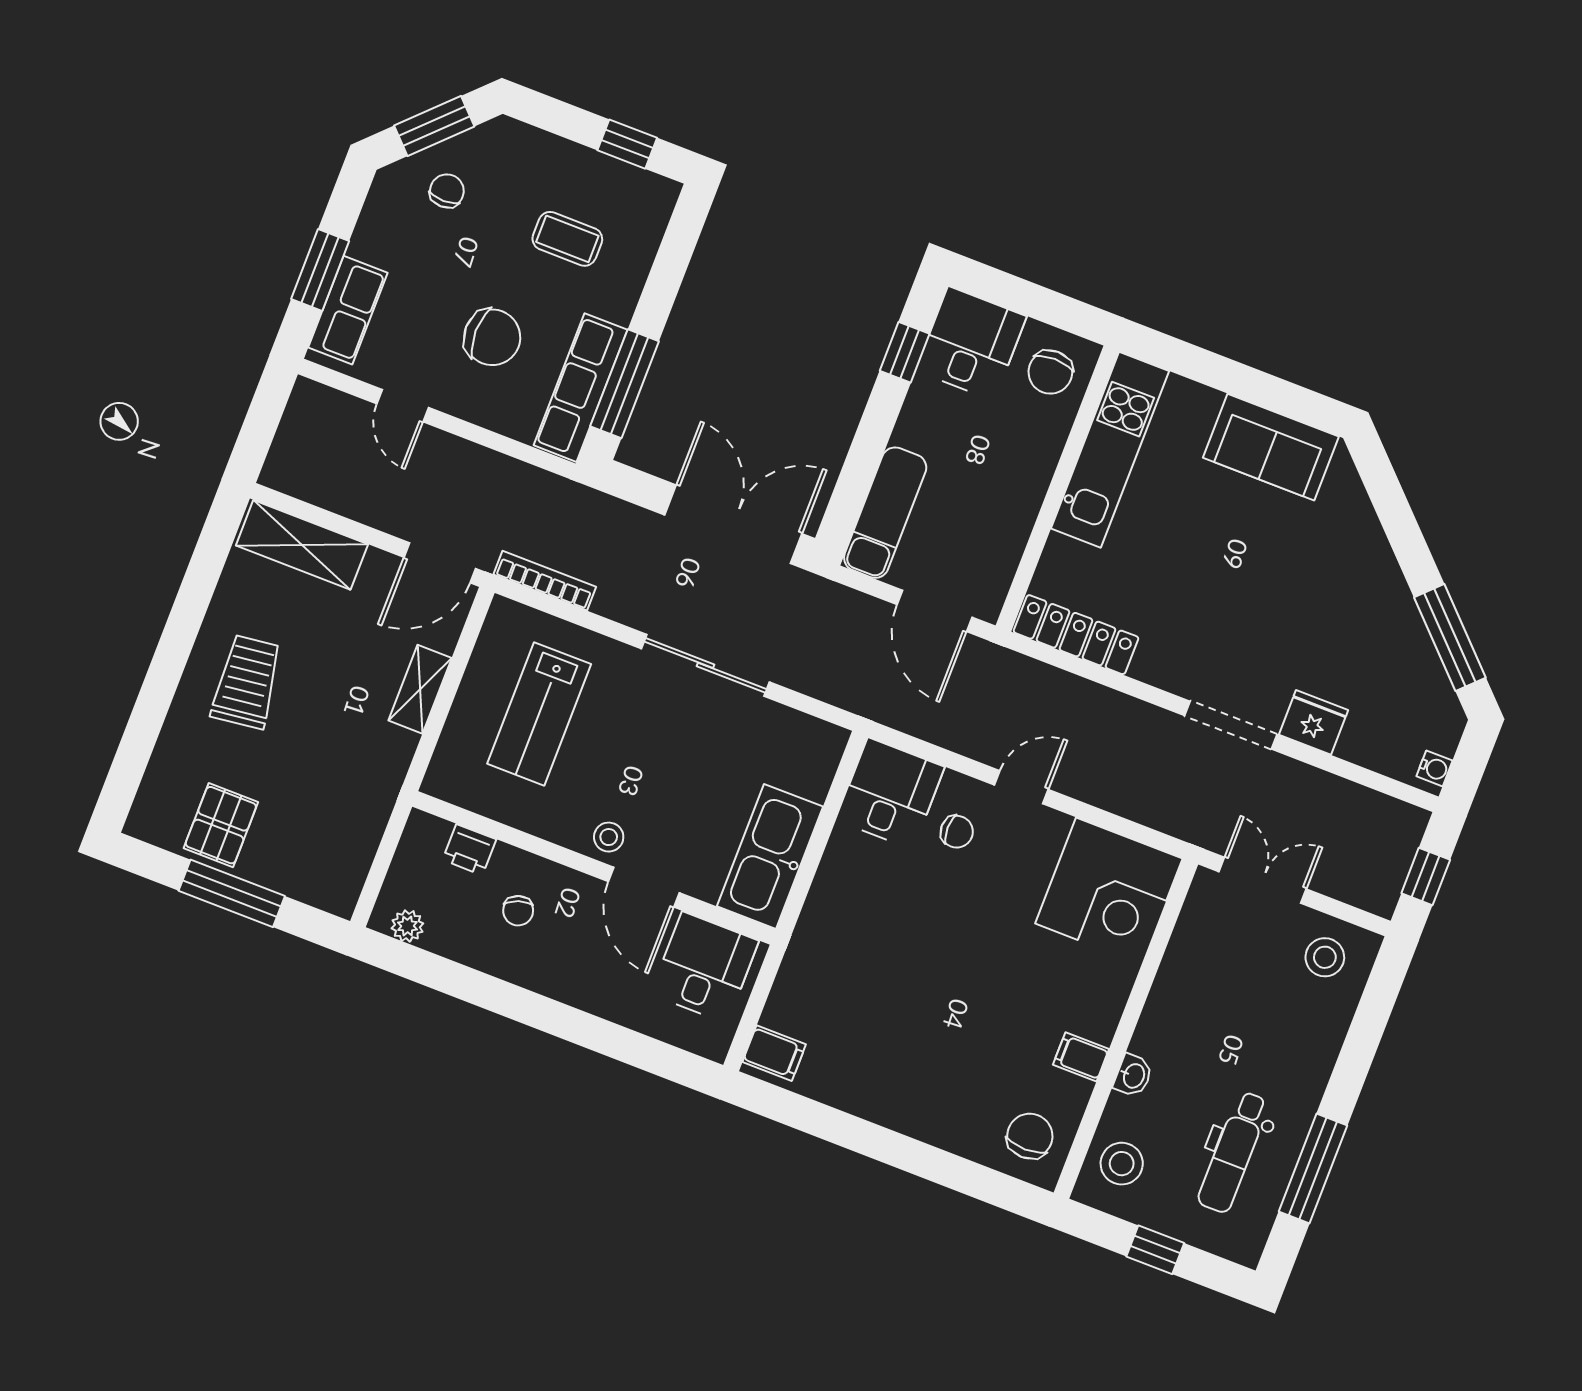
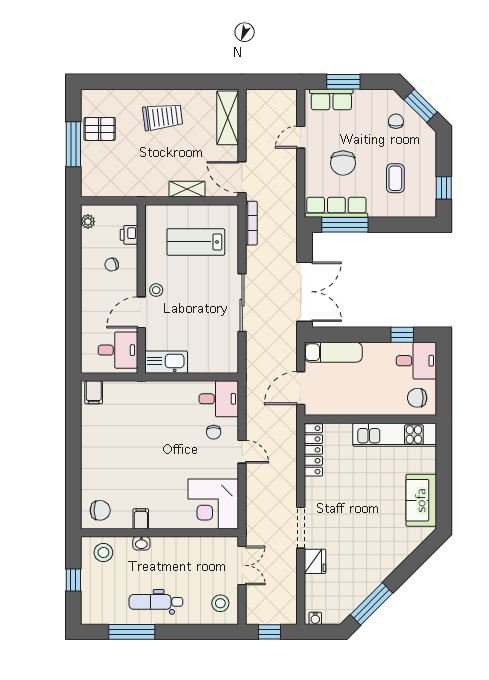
chair: (447, 191) -> (396, 121), turned -90
kitchen sink: (770, 856) -> (166, 362), width x0.73, depth x0.81
dental chair: (1233, 1152) -> (156, 602), moved

